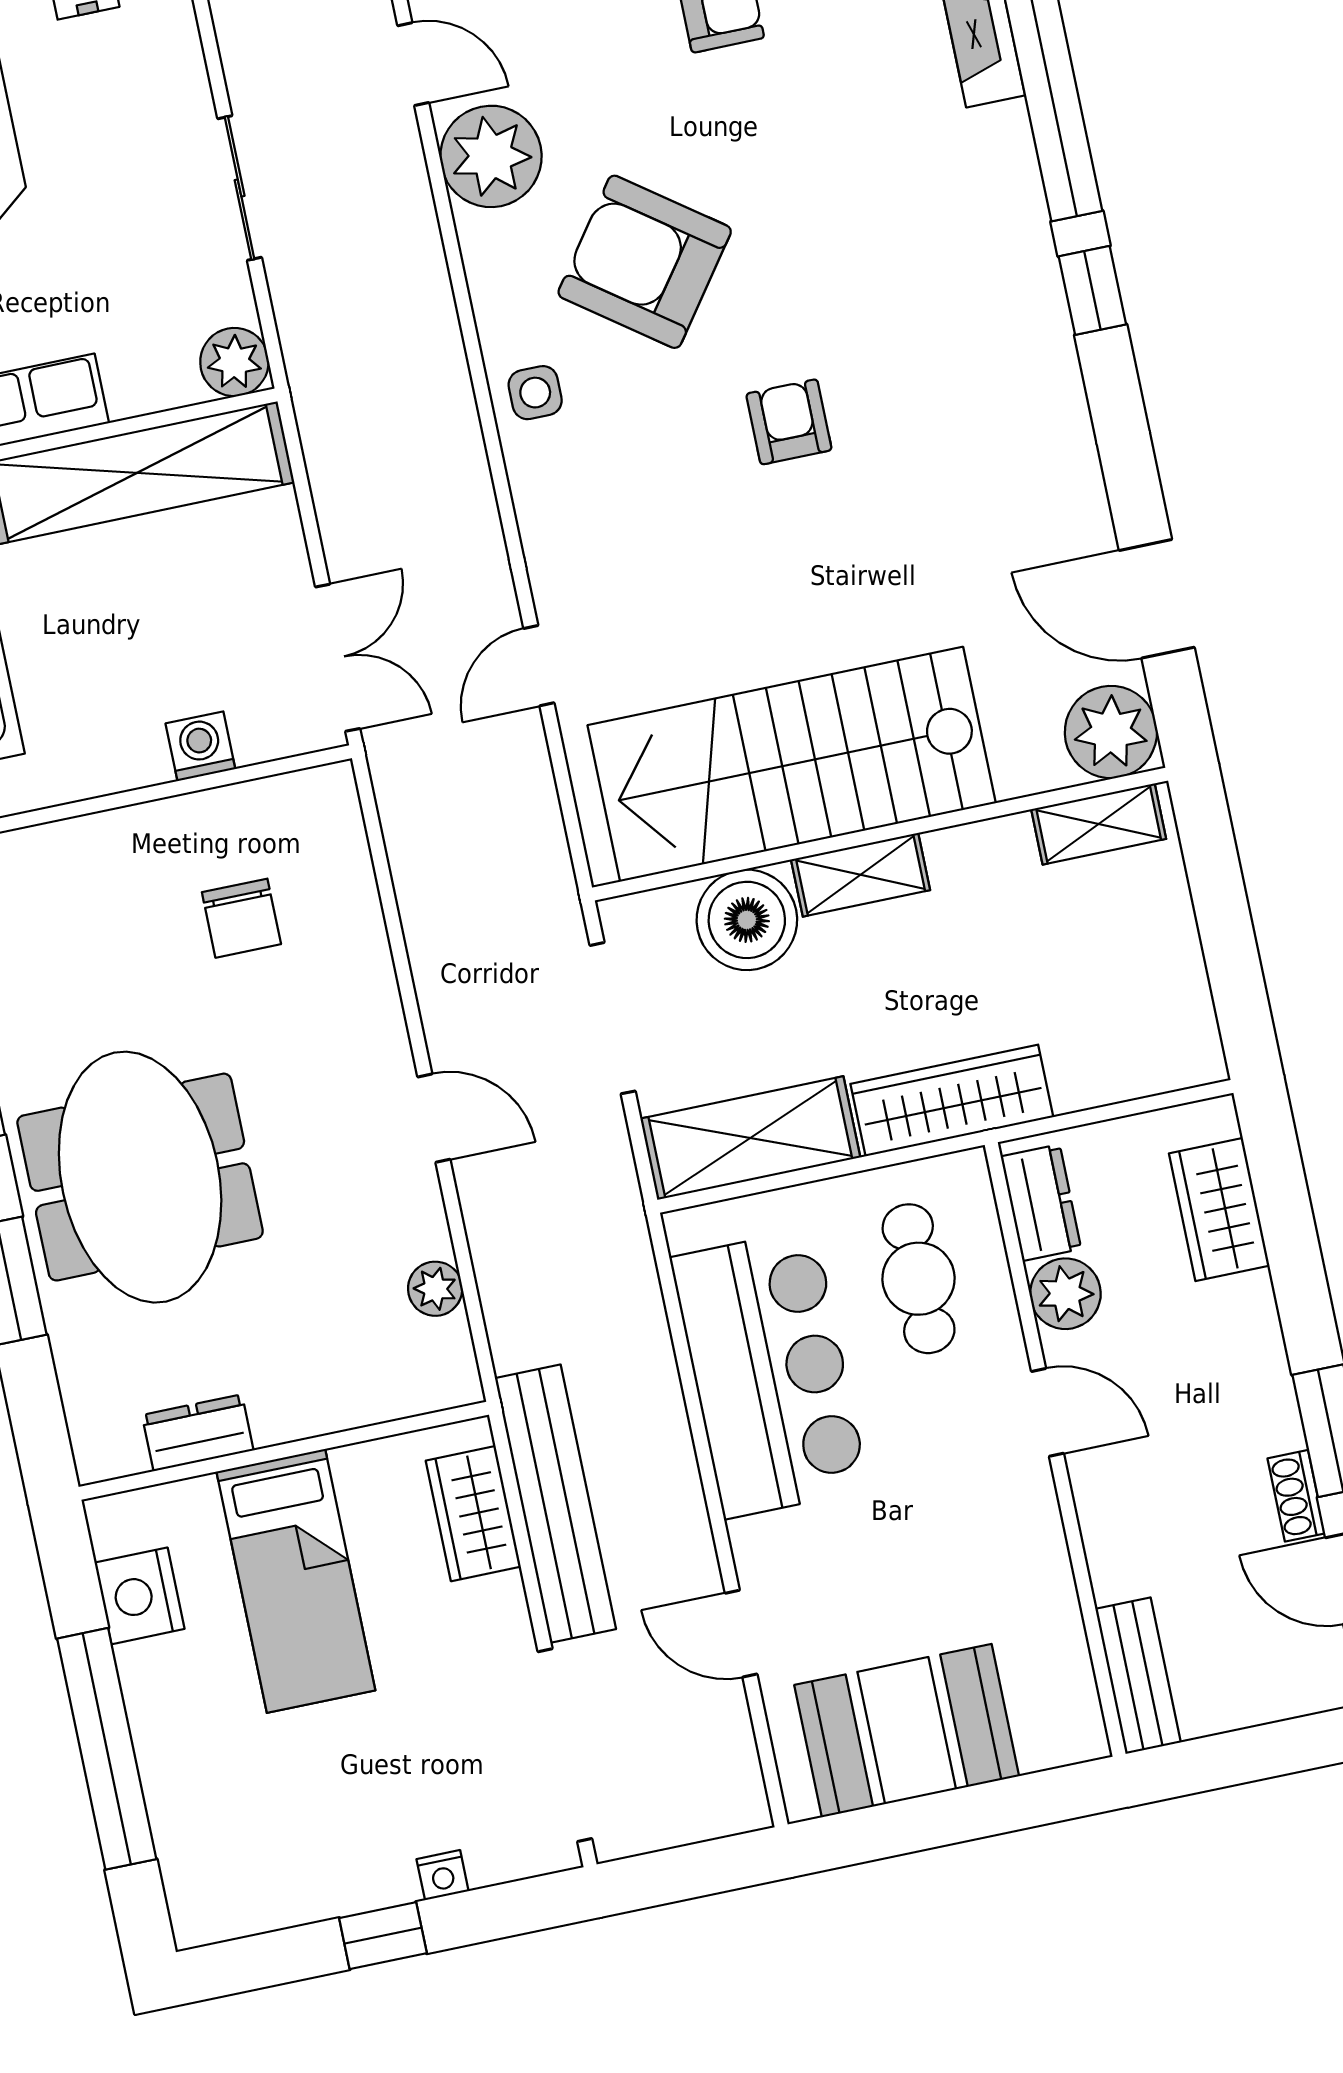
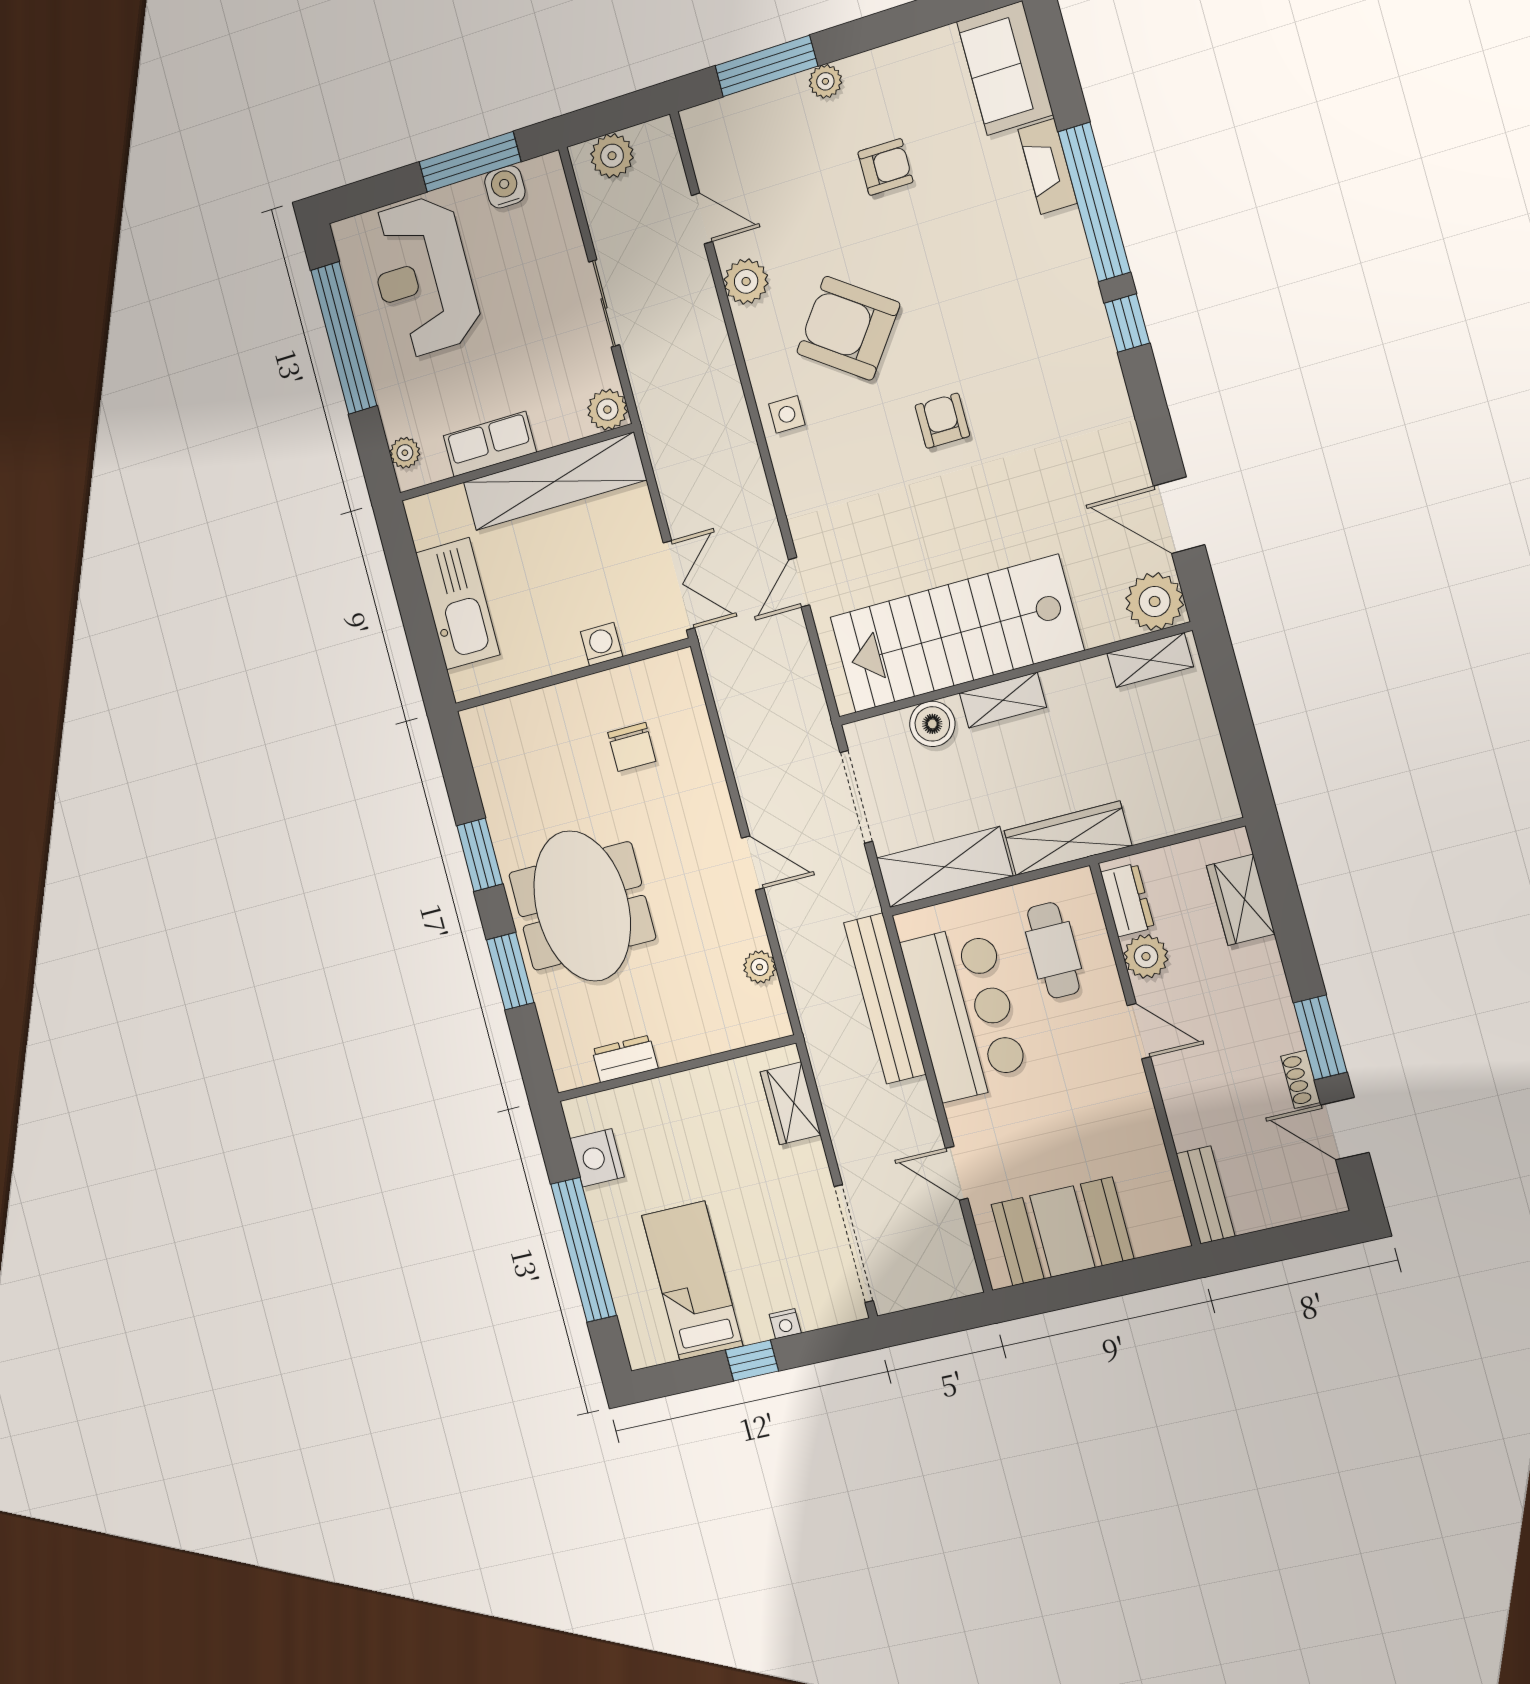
plant: (491, 156) -> (746, 281), width x0.73, depth x0.73
boiler: (747, 920) -> (932, 724), width x0.73, depth x0.73
bench: (555, 1504) -> (885, 998), moved
bed: (296, 1581) -> (692, 1281), moved, turned 180

